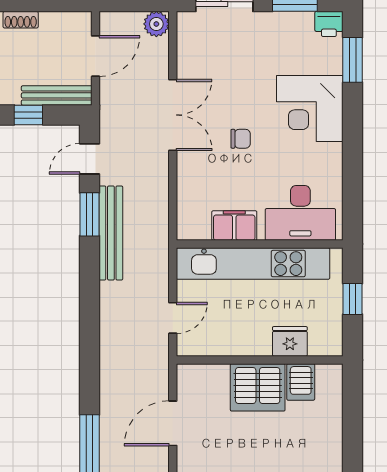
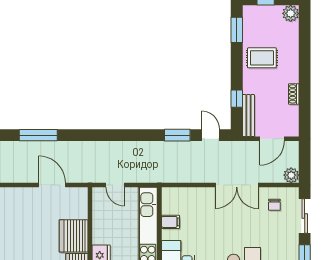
door: (96, 56) -> (272, 139), hinge flipped
chair: (241, 139) -> (274, 205), moved
filing cabinet: (234, 226) -> (171, 222), width x0.50
bench: (111, 233) -> (166, 148), removed

